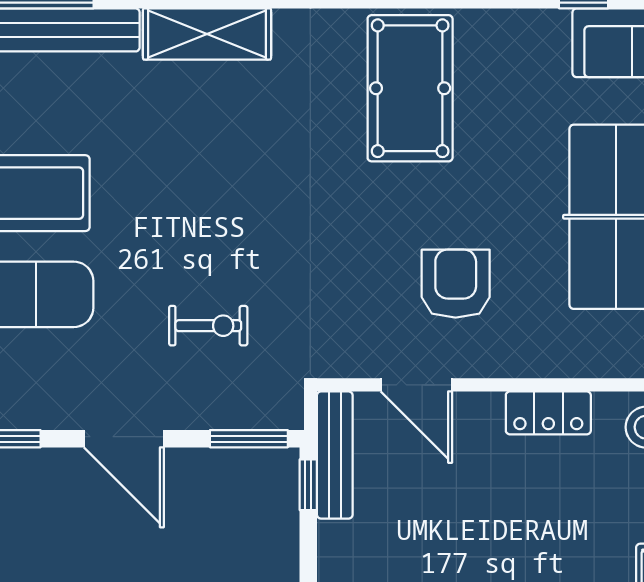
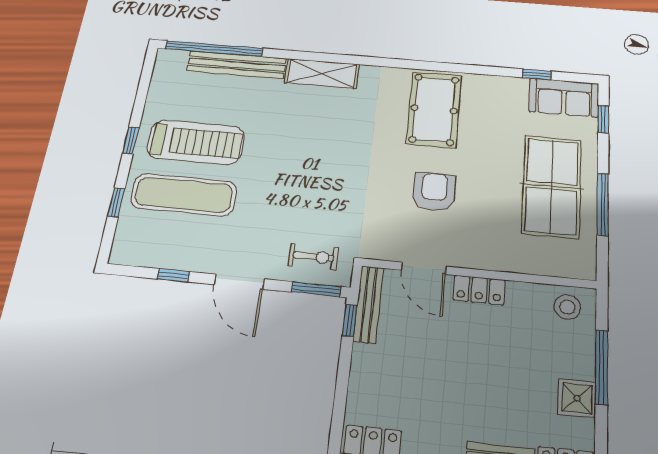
armchair: (456, 284) -> (434, 192), moved
exercise bike: (208, 326) -> (313, 257), moved
locker: (548, 413) -> (479, 290), moved

